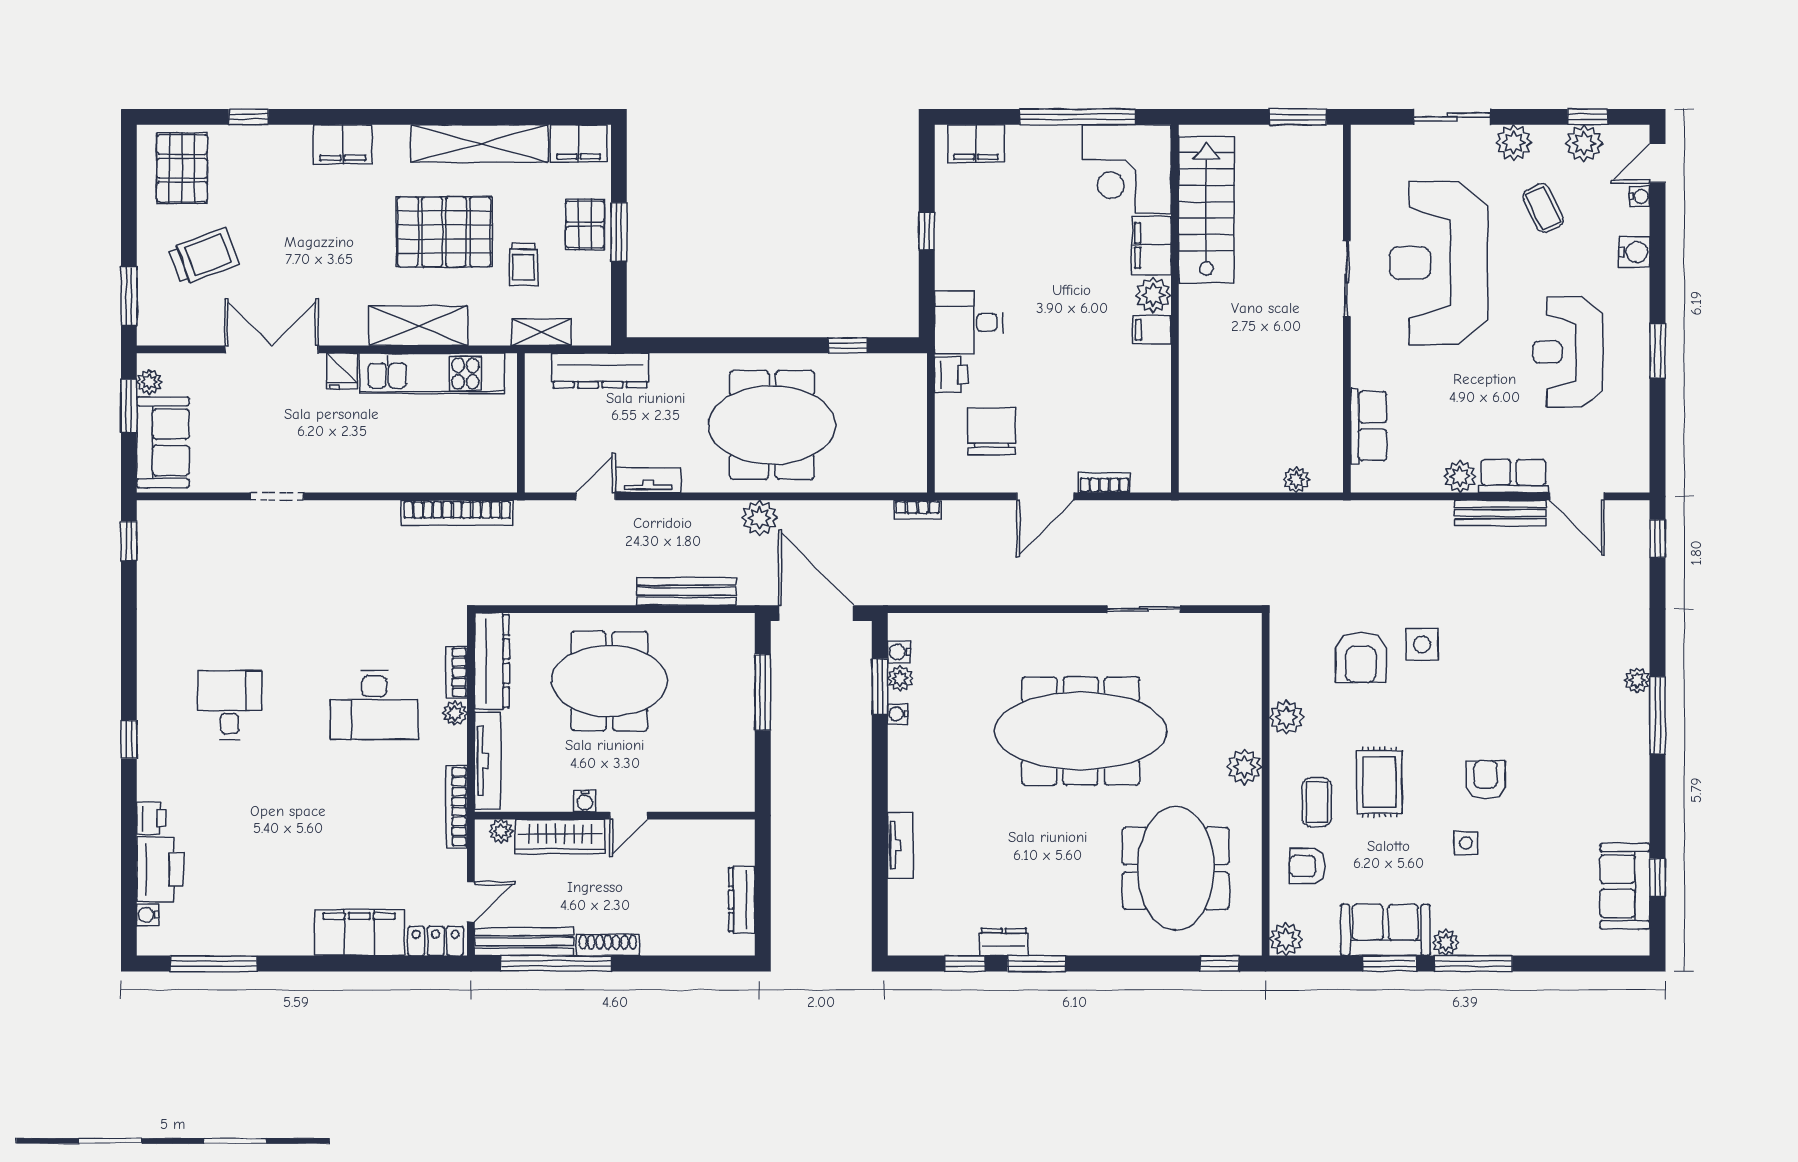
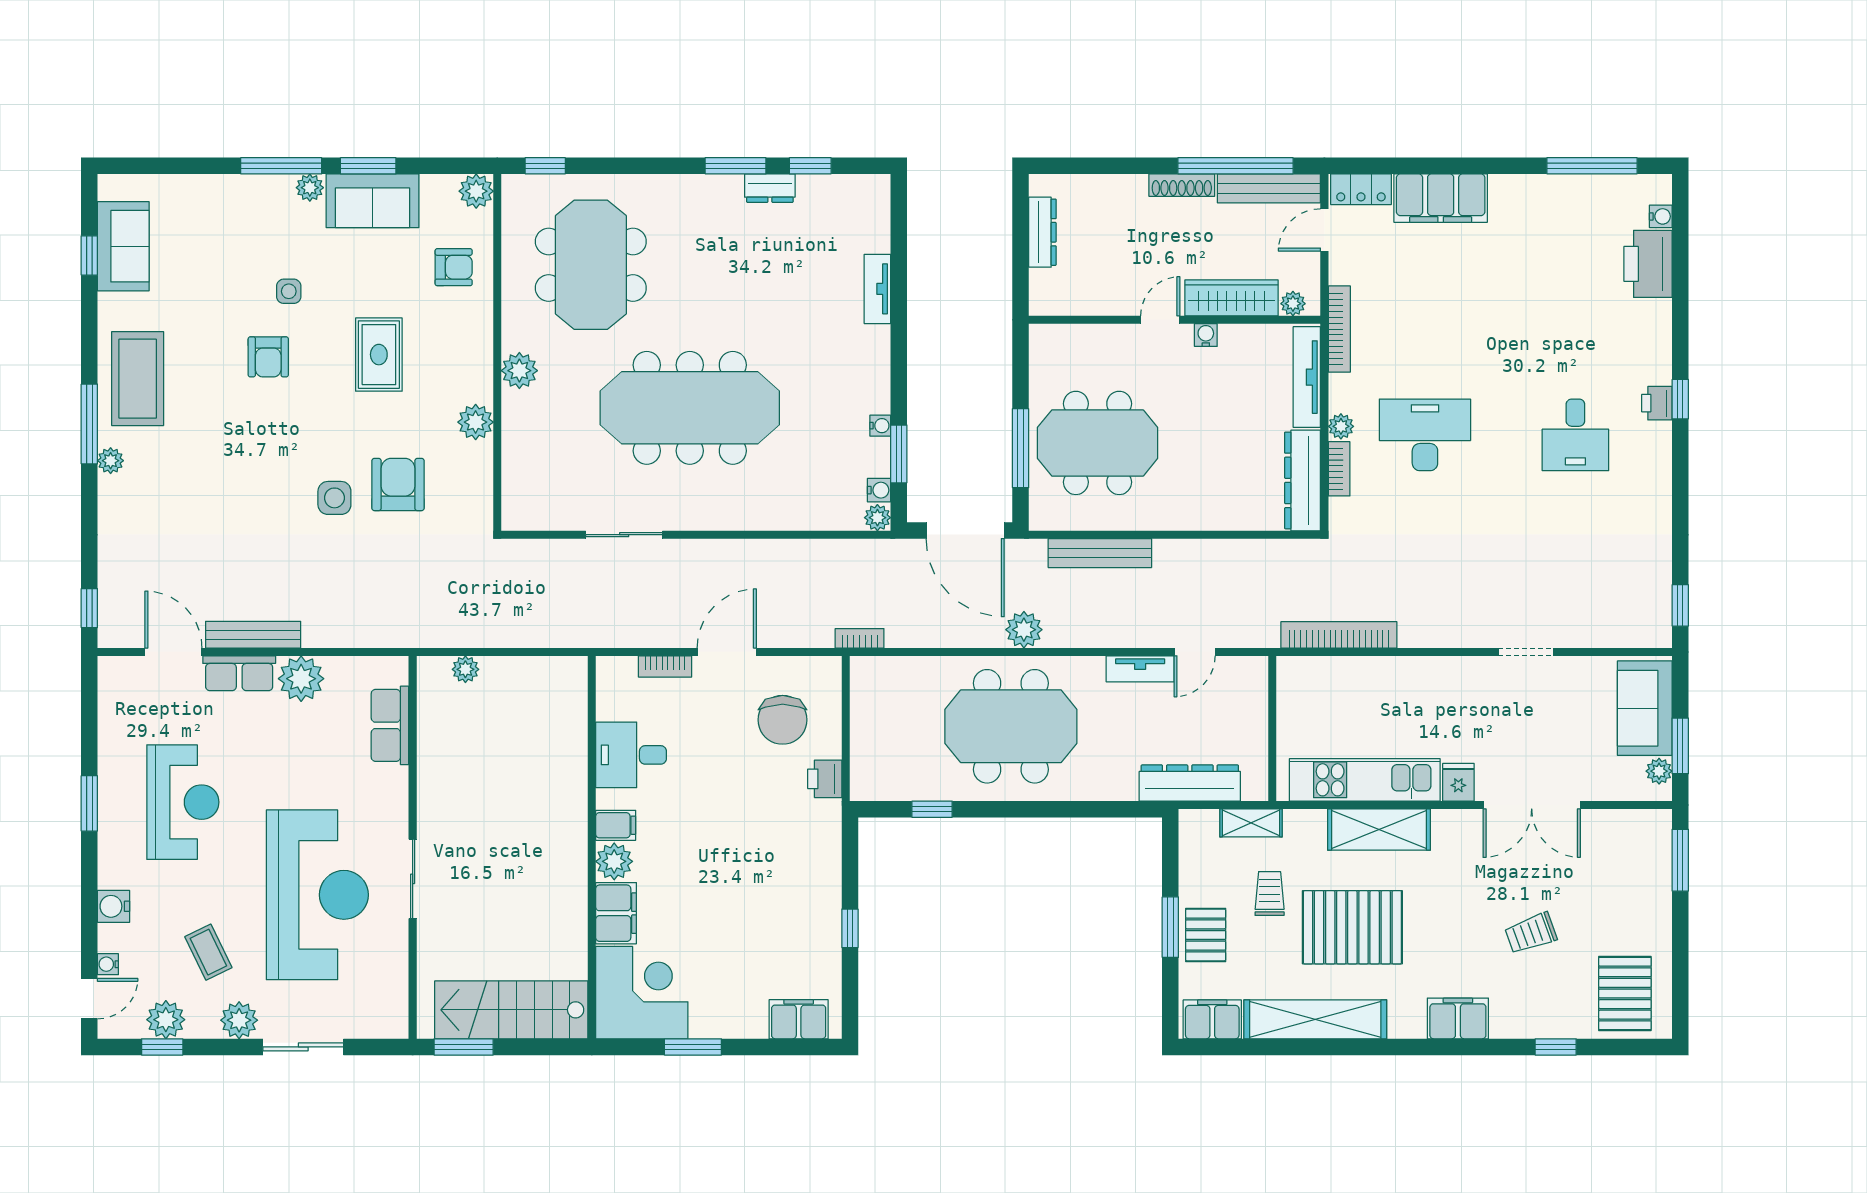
window: (1078, 117) -> (693, 1047), width x0.47
stairs: (1206, 210) -> (511, 1010), moved, turned 90
trolley: (204, 256) -> (1531, 933), moved, width x0.73, depth x0.72
desk: (969, 322) -> (631, 755), moved, turned 180
plant: (1460, 477) -> (301, 679), width x1.36, depth x1.36
plant: (900, 678) -> (877, 518), moved
meeting table: (609, 681) -> (1098, 443), moved
coffee table: (1317, 802) -> (138, 379), moved, width x1.86, depth x1.72
printer: (151, 818) -> (1657, 403), moved

